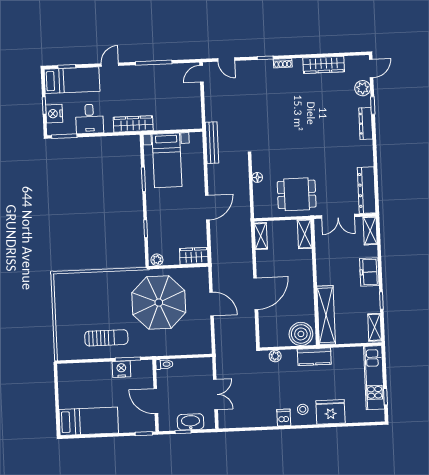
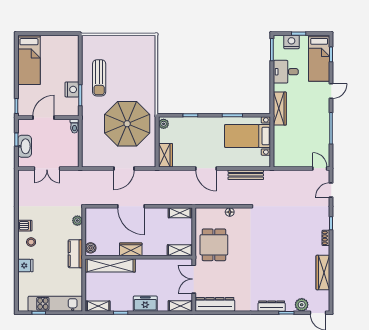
door: (110, 65) -> (331, 91), hinge flipped
bench: (212, 143) -> (246, 175), moved
wardrobe: (306, 292) -> (131, 249), added
boiler: (301, 334) -> (91, 248), width x0.54, depth x0.54
fridge: (330, 412) -> (25, 265), width x0.53, depth x0.75

